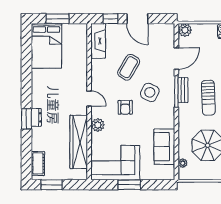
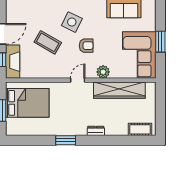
fireplace: (98, 41) -> (13, 62), moved, turned 90
bed: (46, 46) -> (27, 103), moved
window: (26, 119) -> (66, 140), moved
window: (52, 185) -> (160, 116), removed

